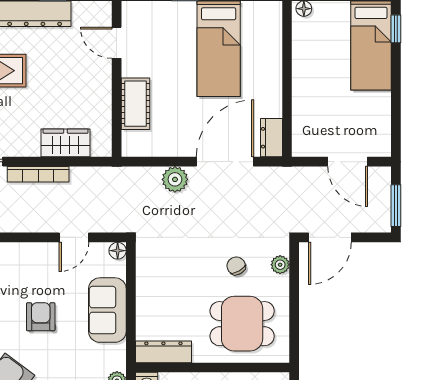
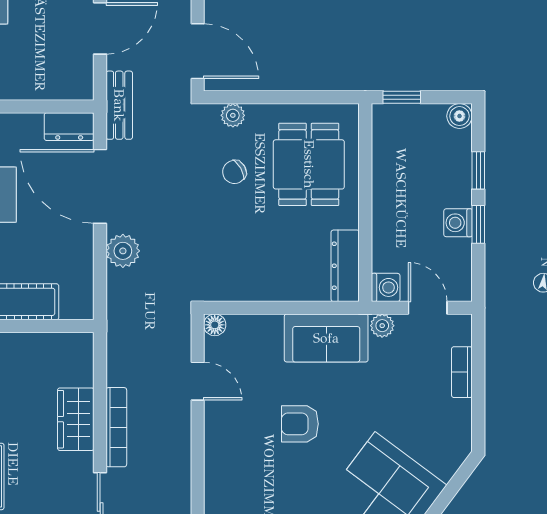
wardrobe: (65, 143) -> (76, 419), moved
bench: (288, 177) -> (119, 105), added
sofa: (107, 310) -> (326, 338), moved

